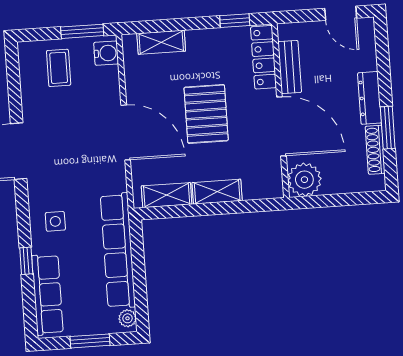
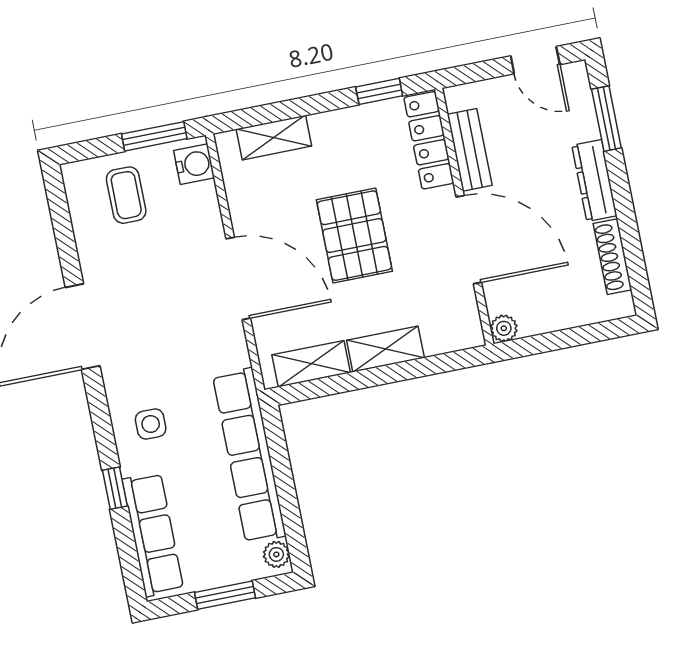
window: (388, 128) -> (606, 119), moved
plant: (304, 180) -> (504, 328), width x0.53, depth x0.53

